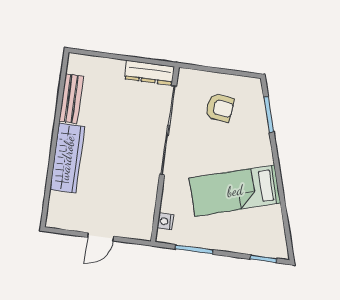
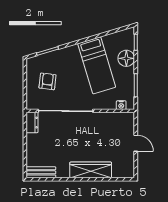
dresser: (149, 73) -> (32, 123), width x0.70
bench: (71, 99) -> (41, 172), moved
floor lamp: (240, 240) -> (126, 58), added

